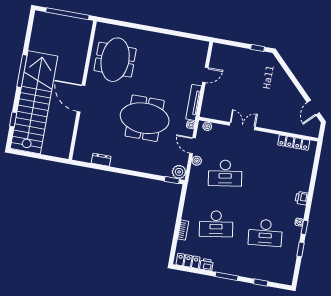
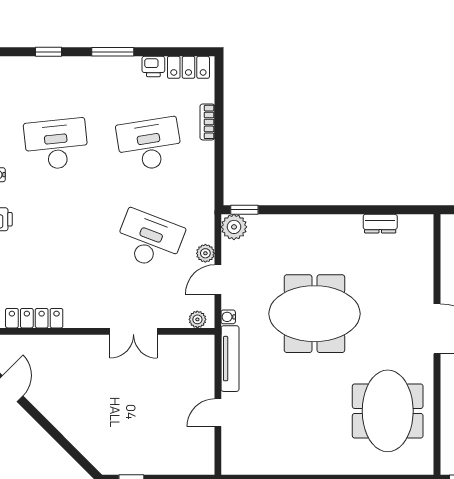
door: (193, 146) -> (218, 279), swing flipped
desk: (225, 173) -> (149, 240), turned 30

